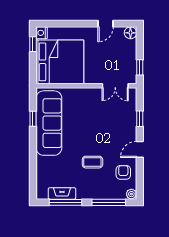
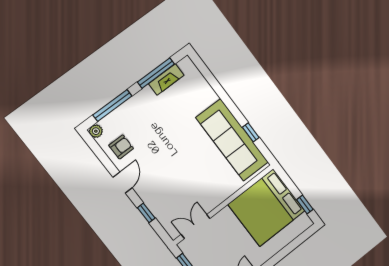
nightstand: (42, 33) -> (305, 222), removed
coffee table: (92, 162) -> (160, 134), removed
armchair: (123, 172) -> (121, 147), turned -90

